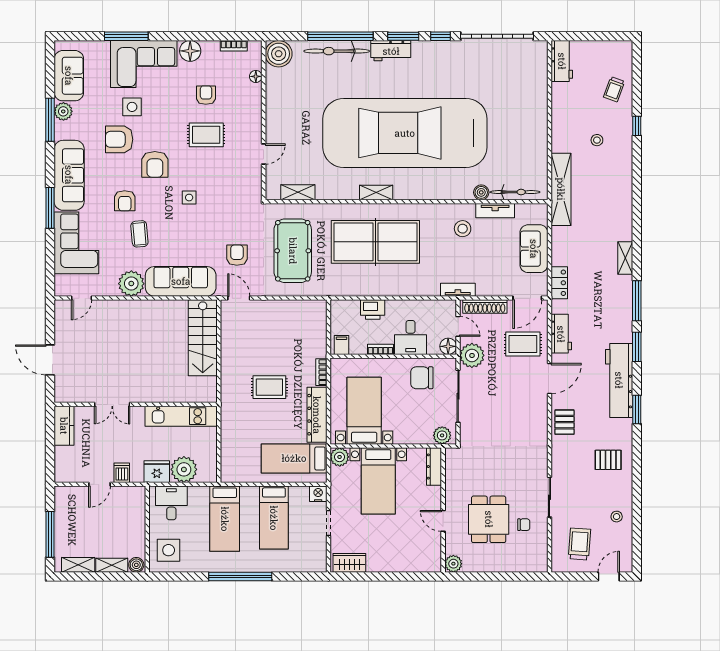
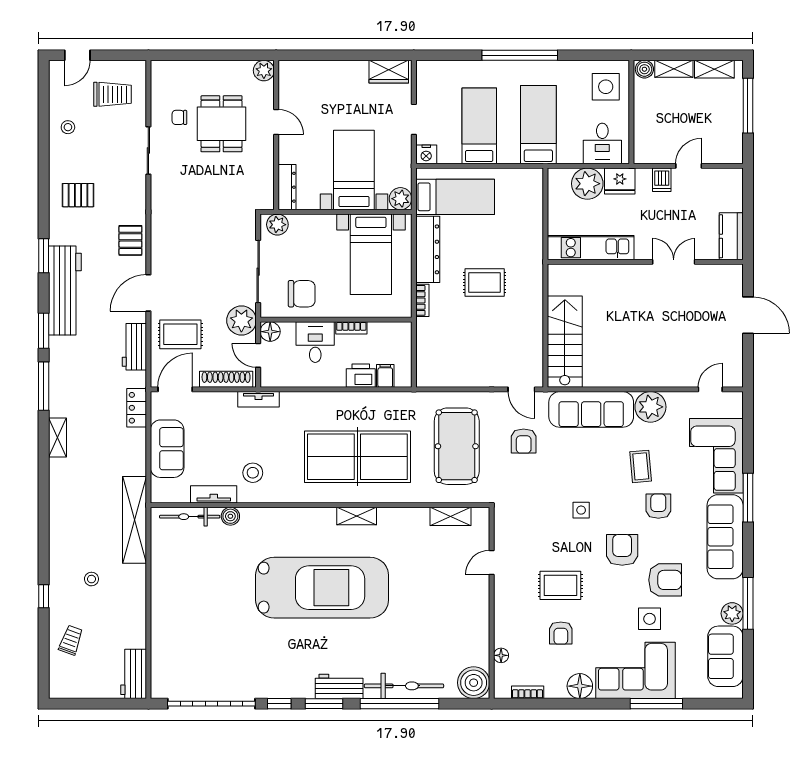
car: (405, 133) -> (322, 588), width x0.73, depth x0.67
filing cabinet: (342, 345) -> (385, 376), moved, turned 180
trolley: (579, 544) -> (112, 94), turned -94

